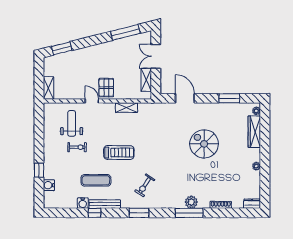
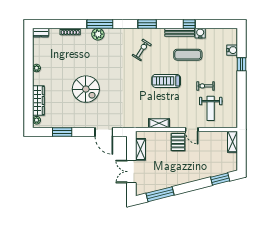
double door: (156, 56) -> (131, 172), swing flipped

